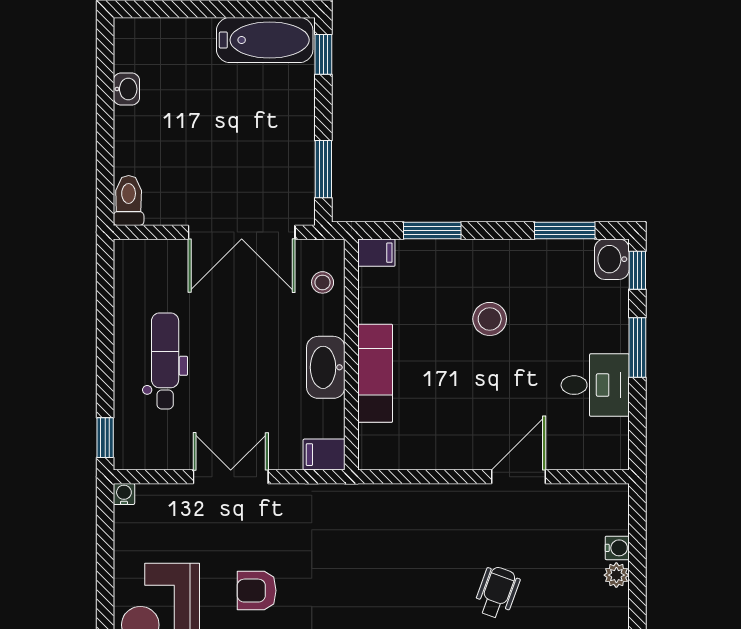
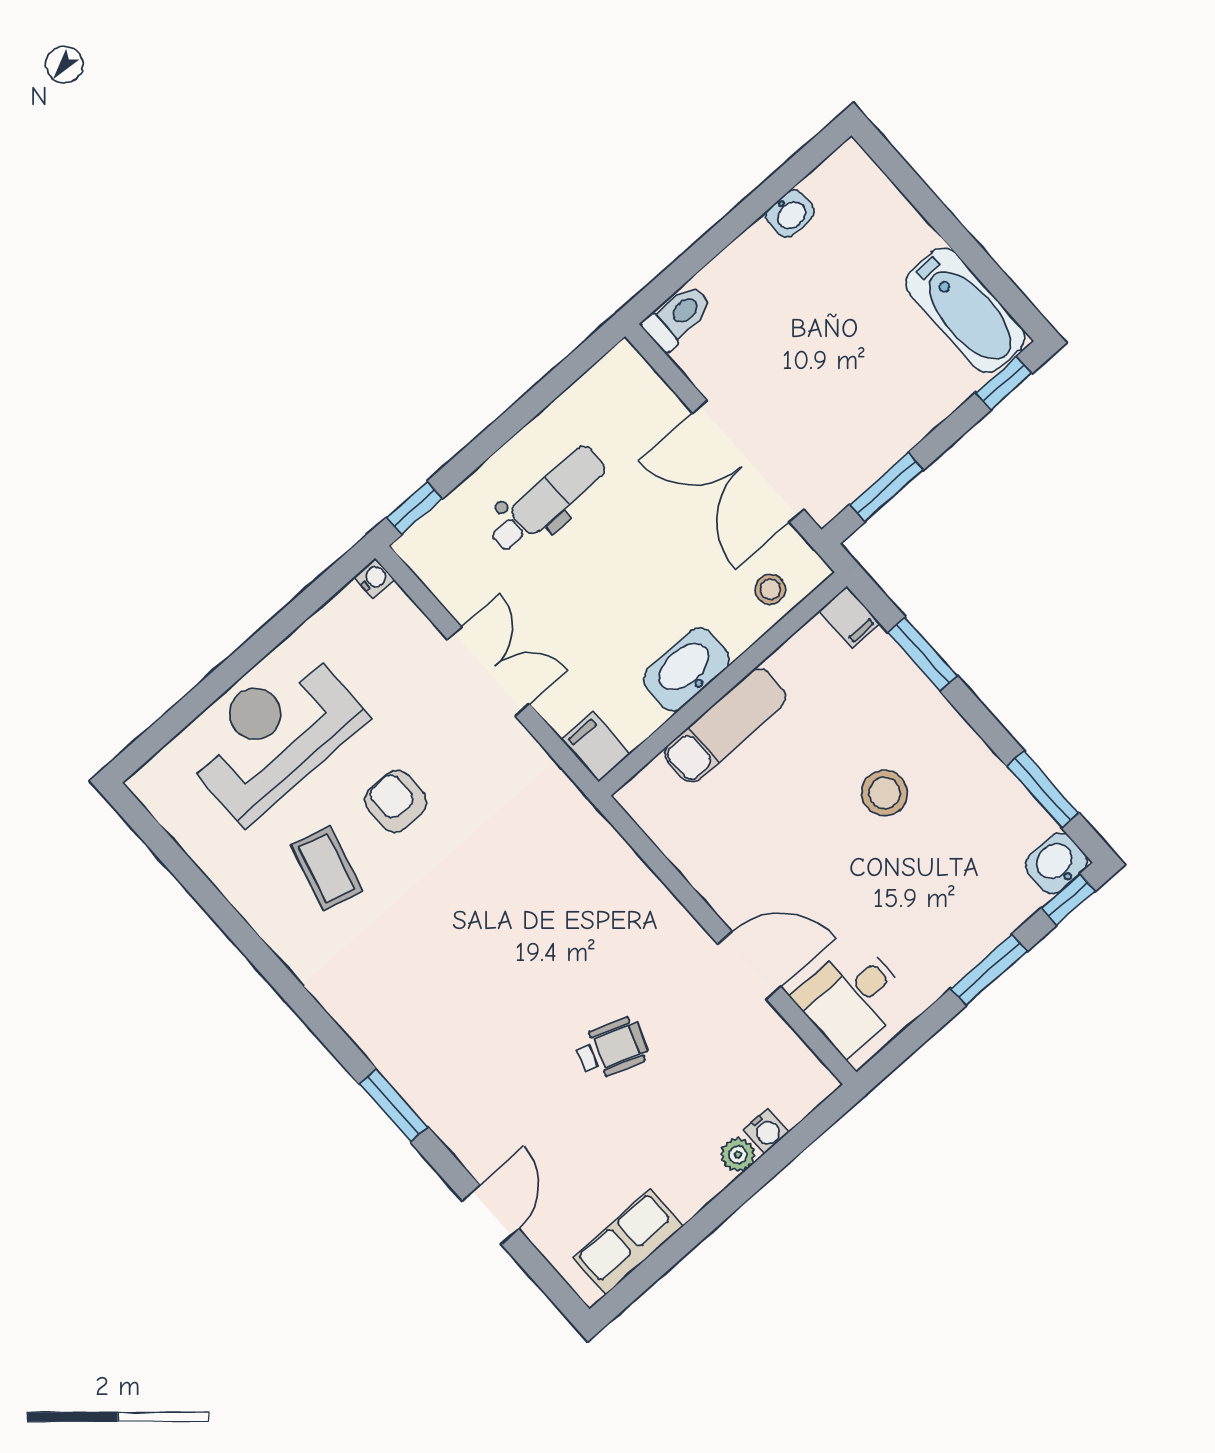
desk: (595, 385) -> (852, 998), moved, turned 90

